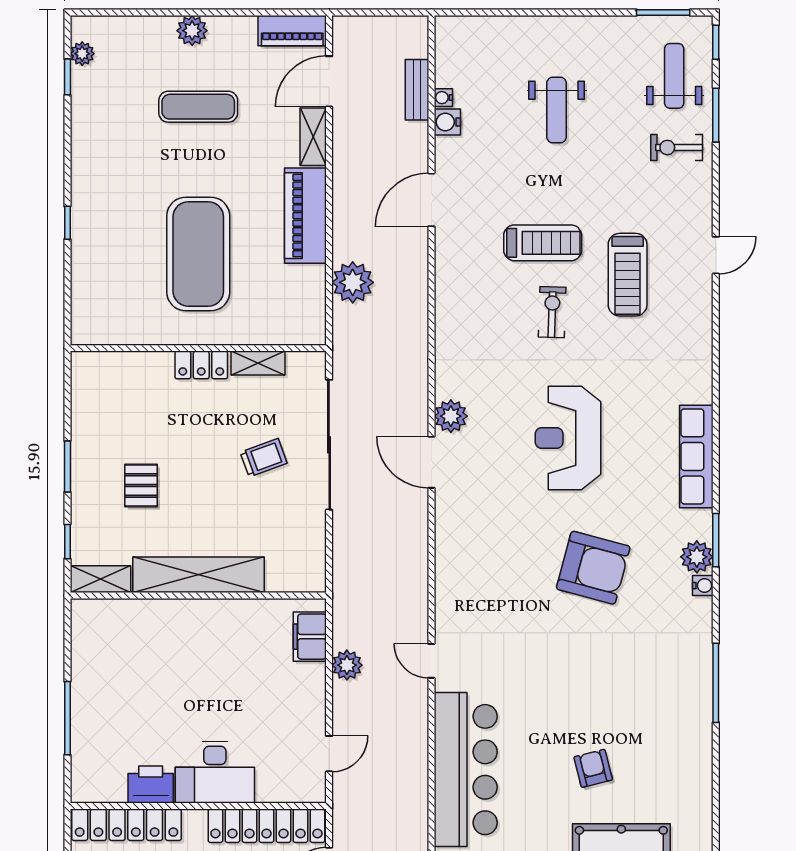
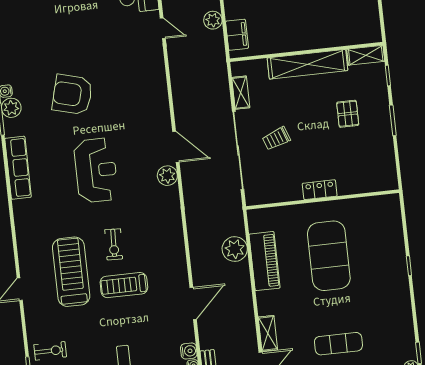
piano: (305, 216) -> (265, 261), moved
treadmill: (628, 275) -> (71, 272), width x1.37, depth x1.38
shelving: (258, 363) -> (241, 93), moved, turned 90

